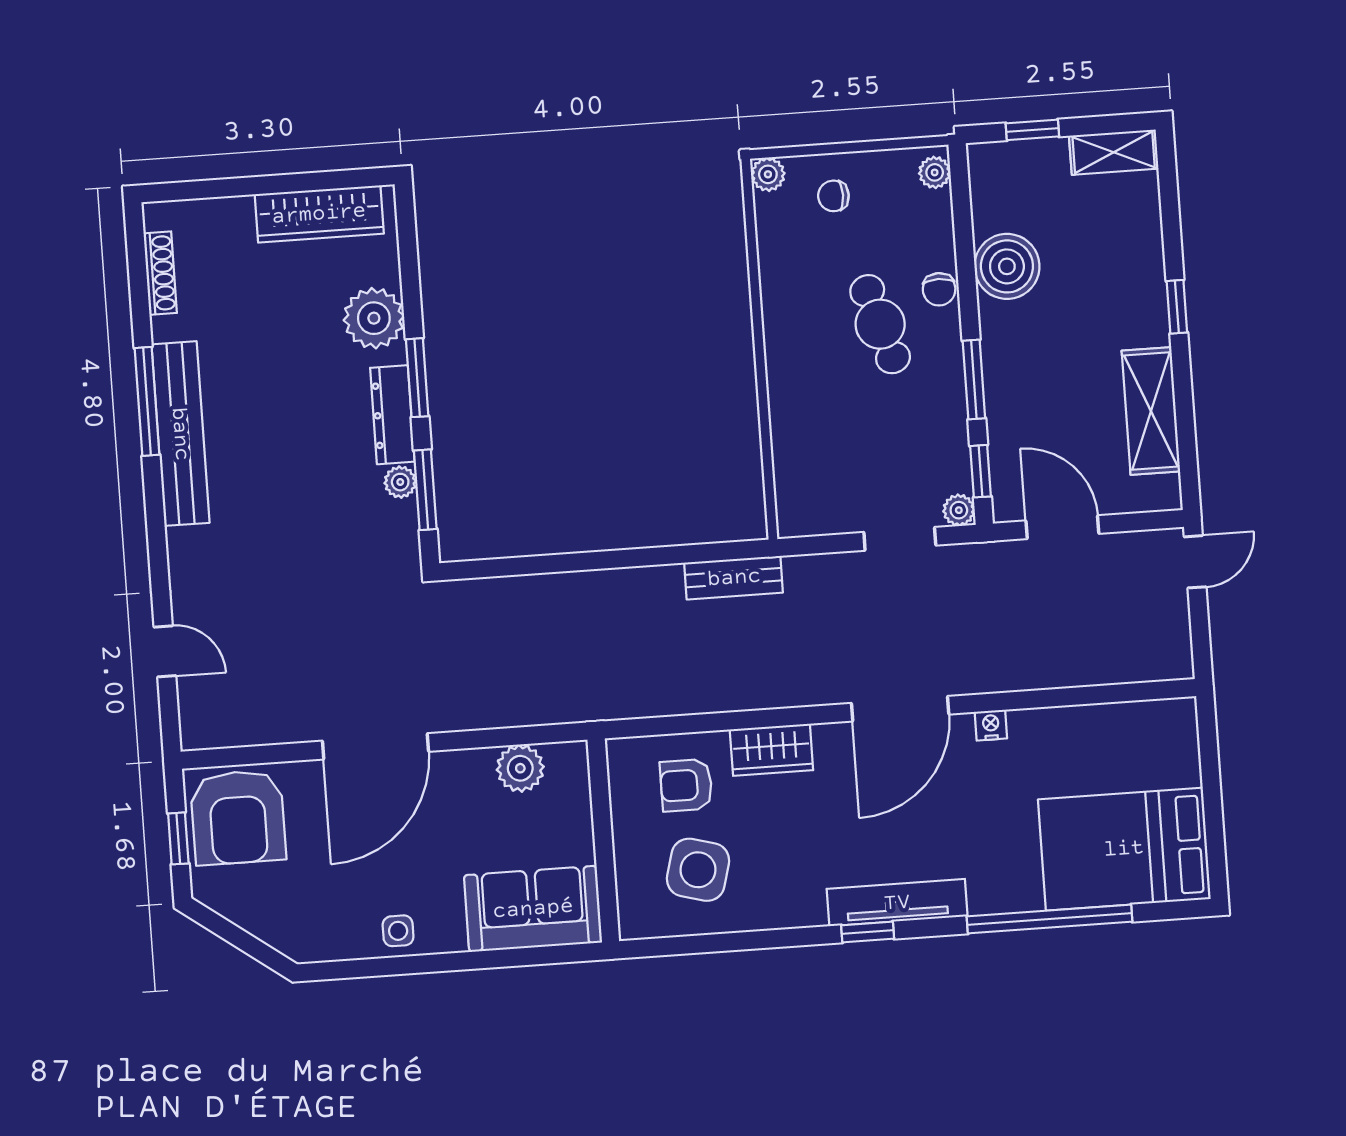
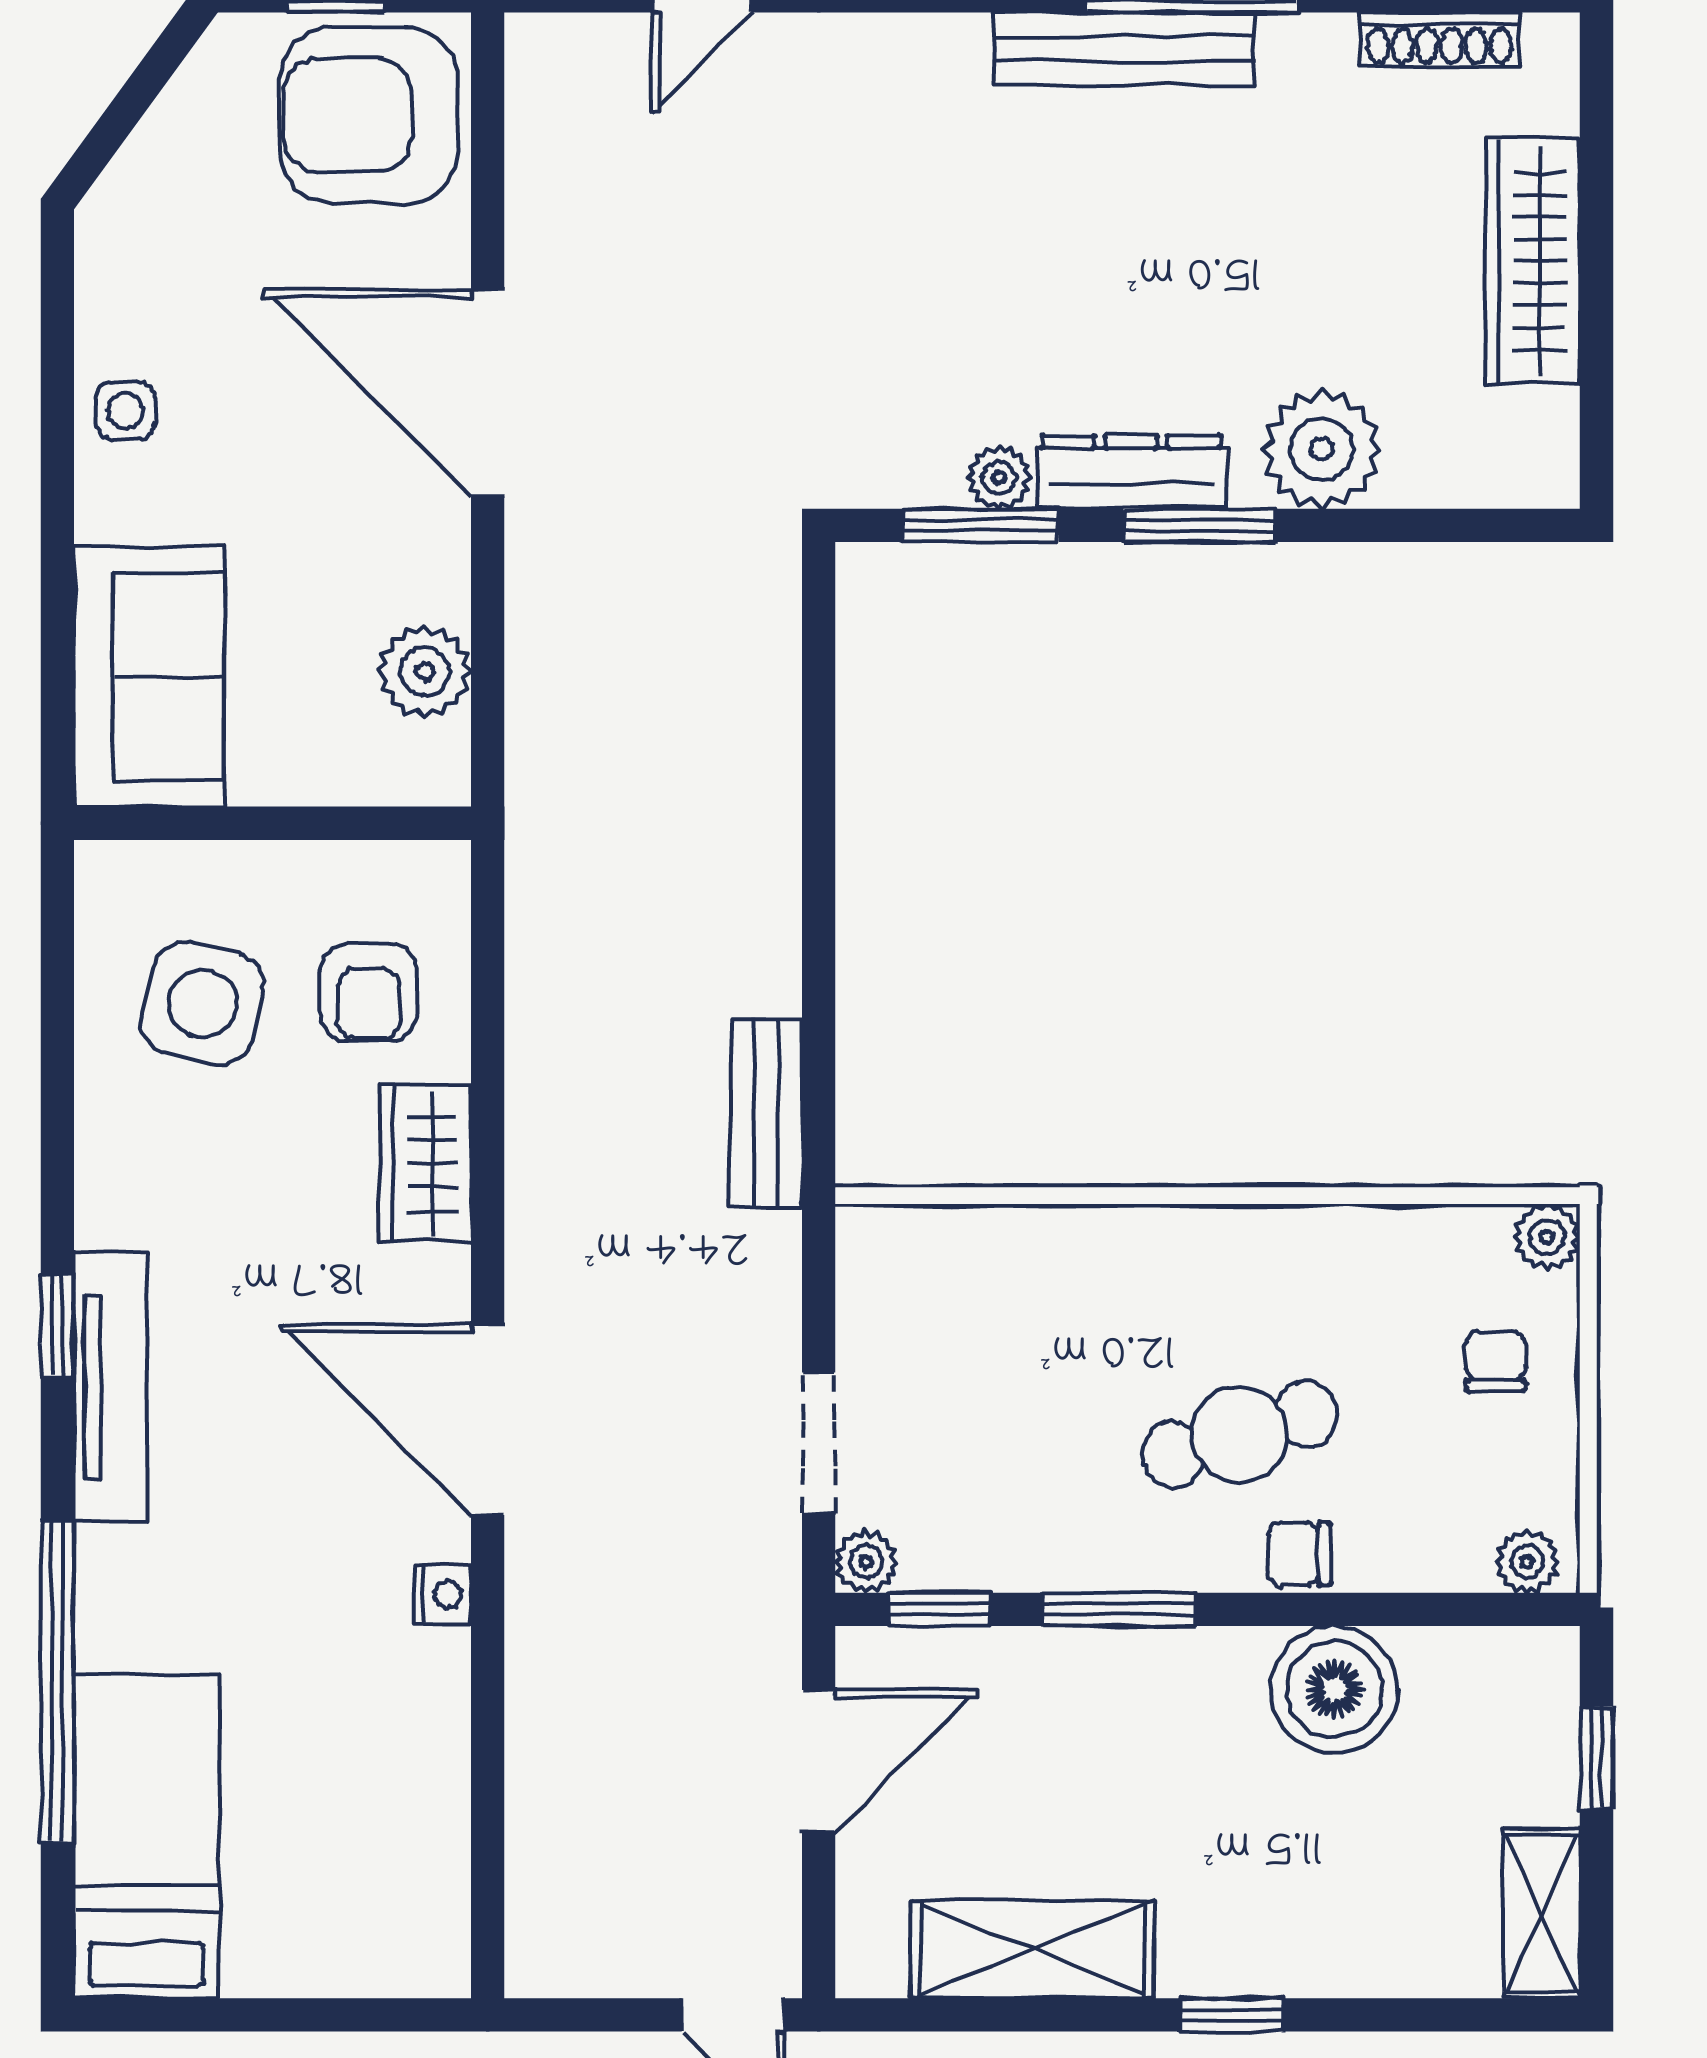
wardrobe: (319, 214) -> (1532, 261), moved
bench: (180, 434) -> (1124, 49), width x0.73, depth x0.82
armchair: (686, 785) -> (369, 992), turned 180
bed: (1124, 849) -> (147, 1837), width x0.67

